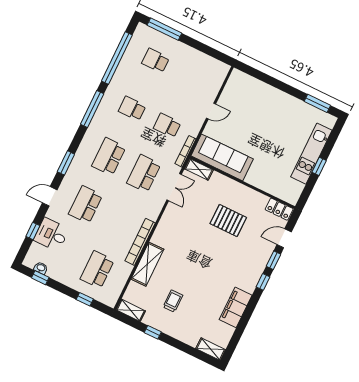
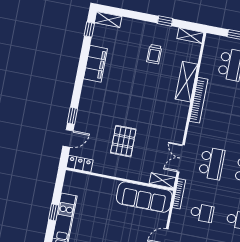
pallet: (228, 221) -> (123, 141), turned 90
window: (263, 282) -> (89, 30), moved

